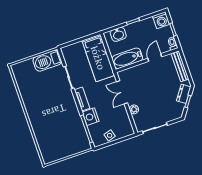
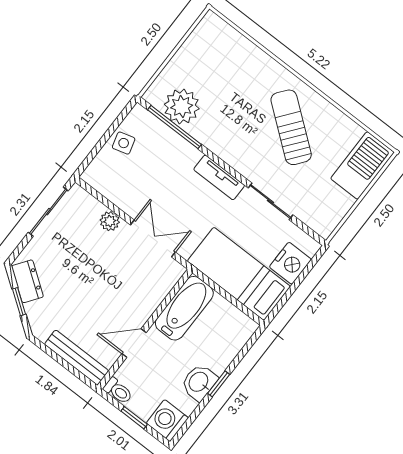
washbasin: (118, 34) -> (199, 382), moved
door: (155, 58) -> (134, 343), swing flipped
barbecue: (47, 61) -> (362, 165), moved
dresser: (184, 94) -> (27, 281), moved
sun lounger: (43, 100) -> (291, 127), added
nightstand: (91, 117) -> (290, 263), moved, turned 90
plant: (79, 135) -> (182, 106), added

